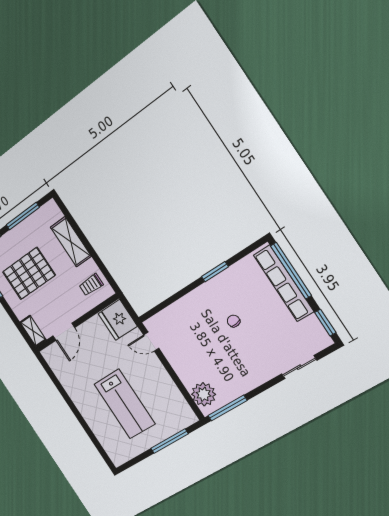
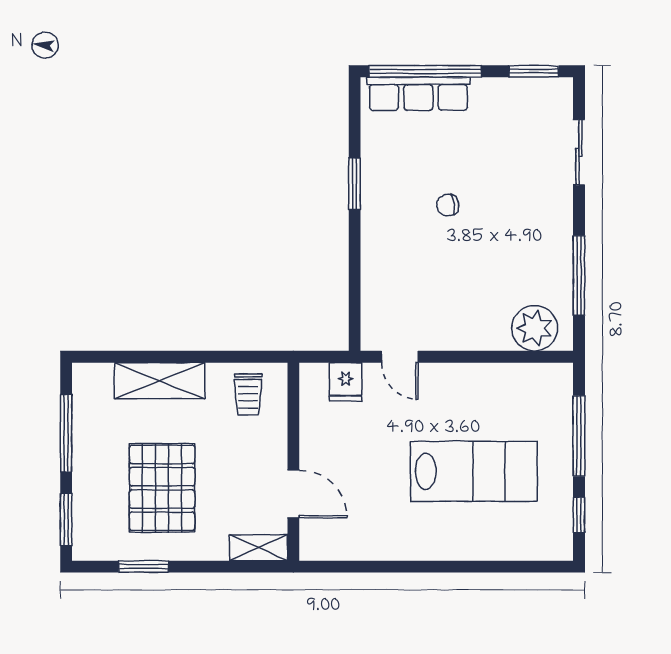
row of seats: (284, 283) -> (418, 94), width x0.73
fridge: (118, 320) -> (346, 382), width x0.53, depth x0.75
door: (151, 342) -> (400, 357), hinge flipped
window: (227, 408) -> (579, 276), moved
window: (136, 460) -> (579, 515), added

